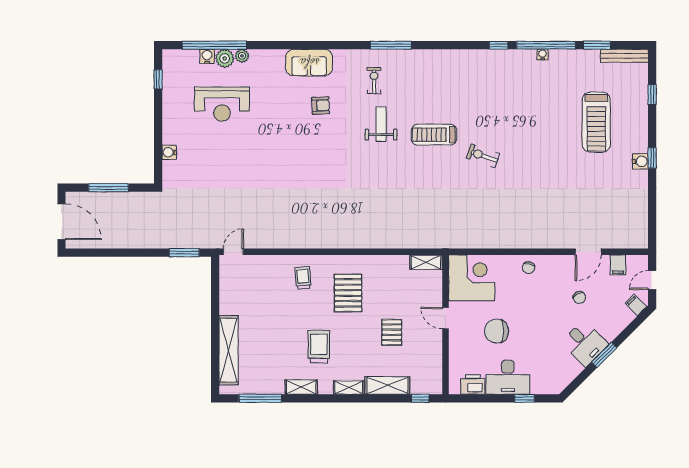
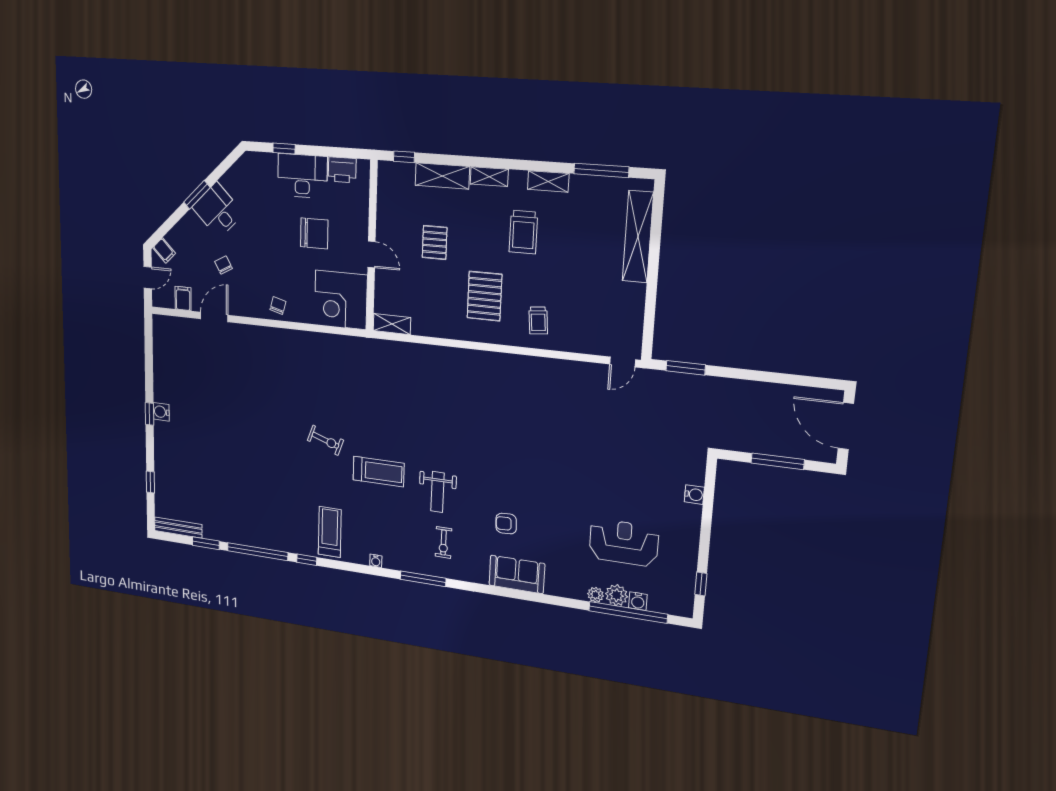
water cooler: (542, 55) -> (376, 561), moved
treadmill: (596, 122) -> (330, 532), moved, width x0.73, depth x0.73

